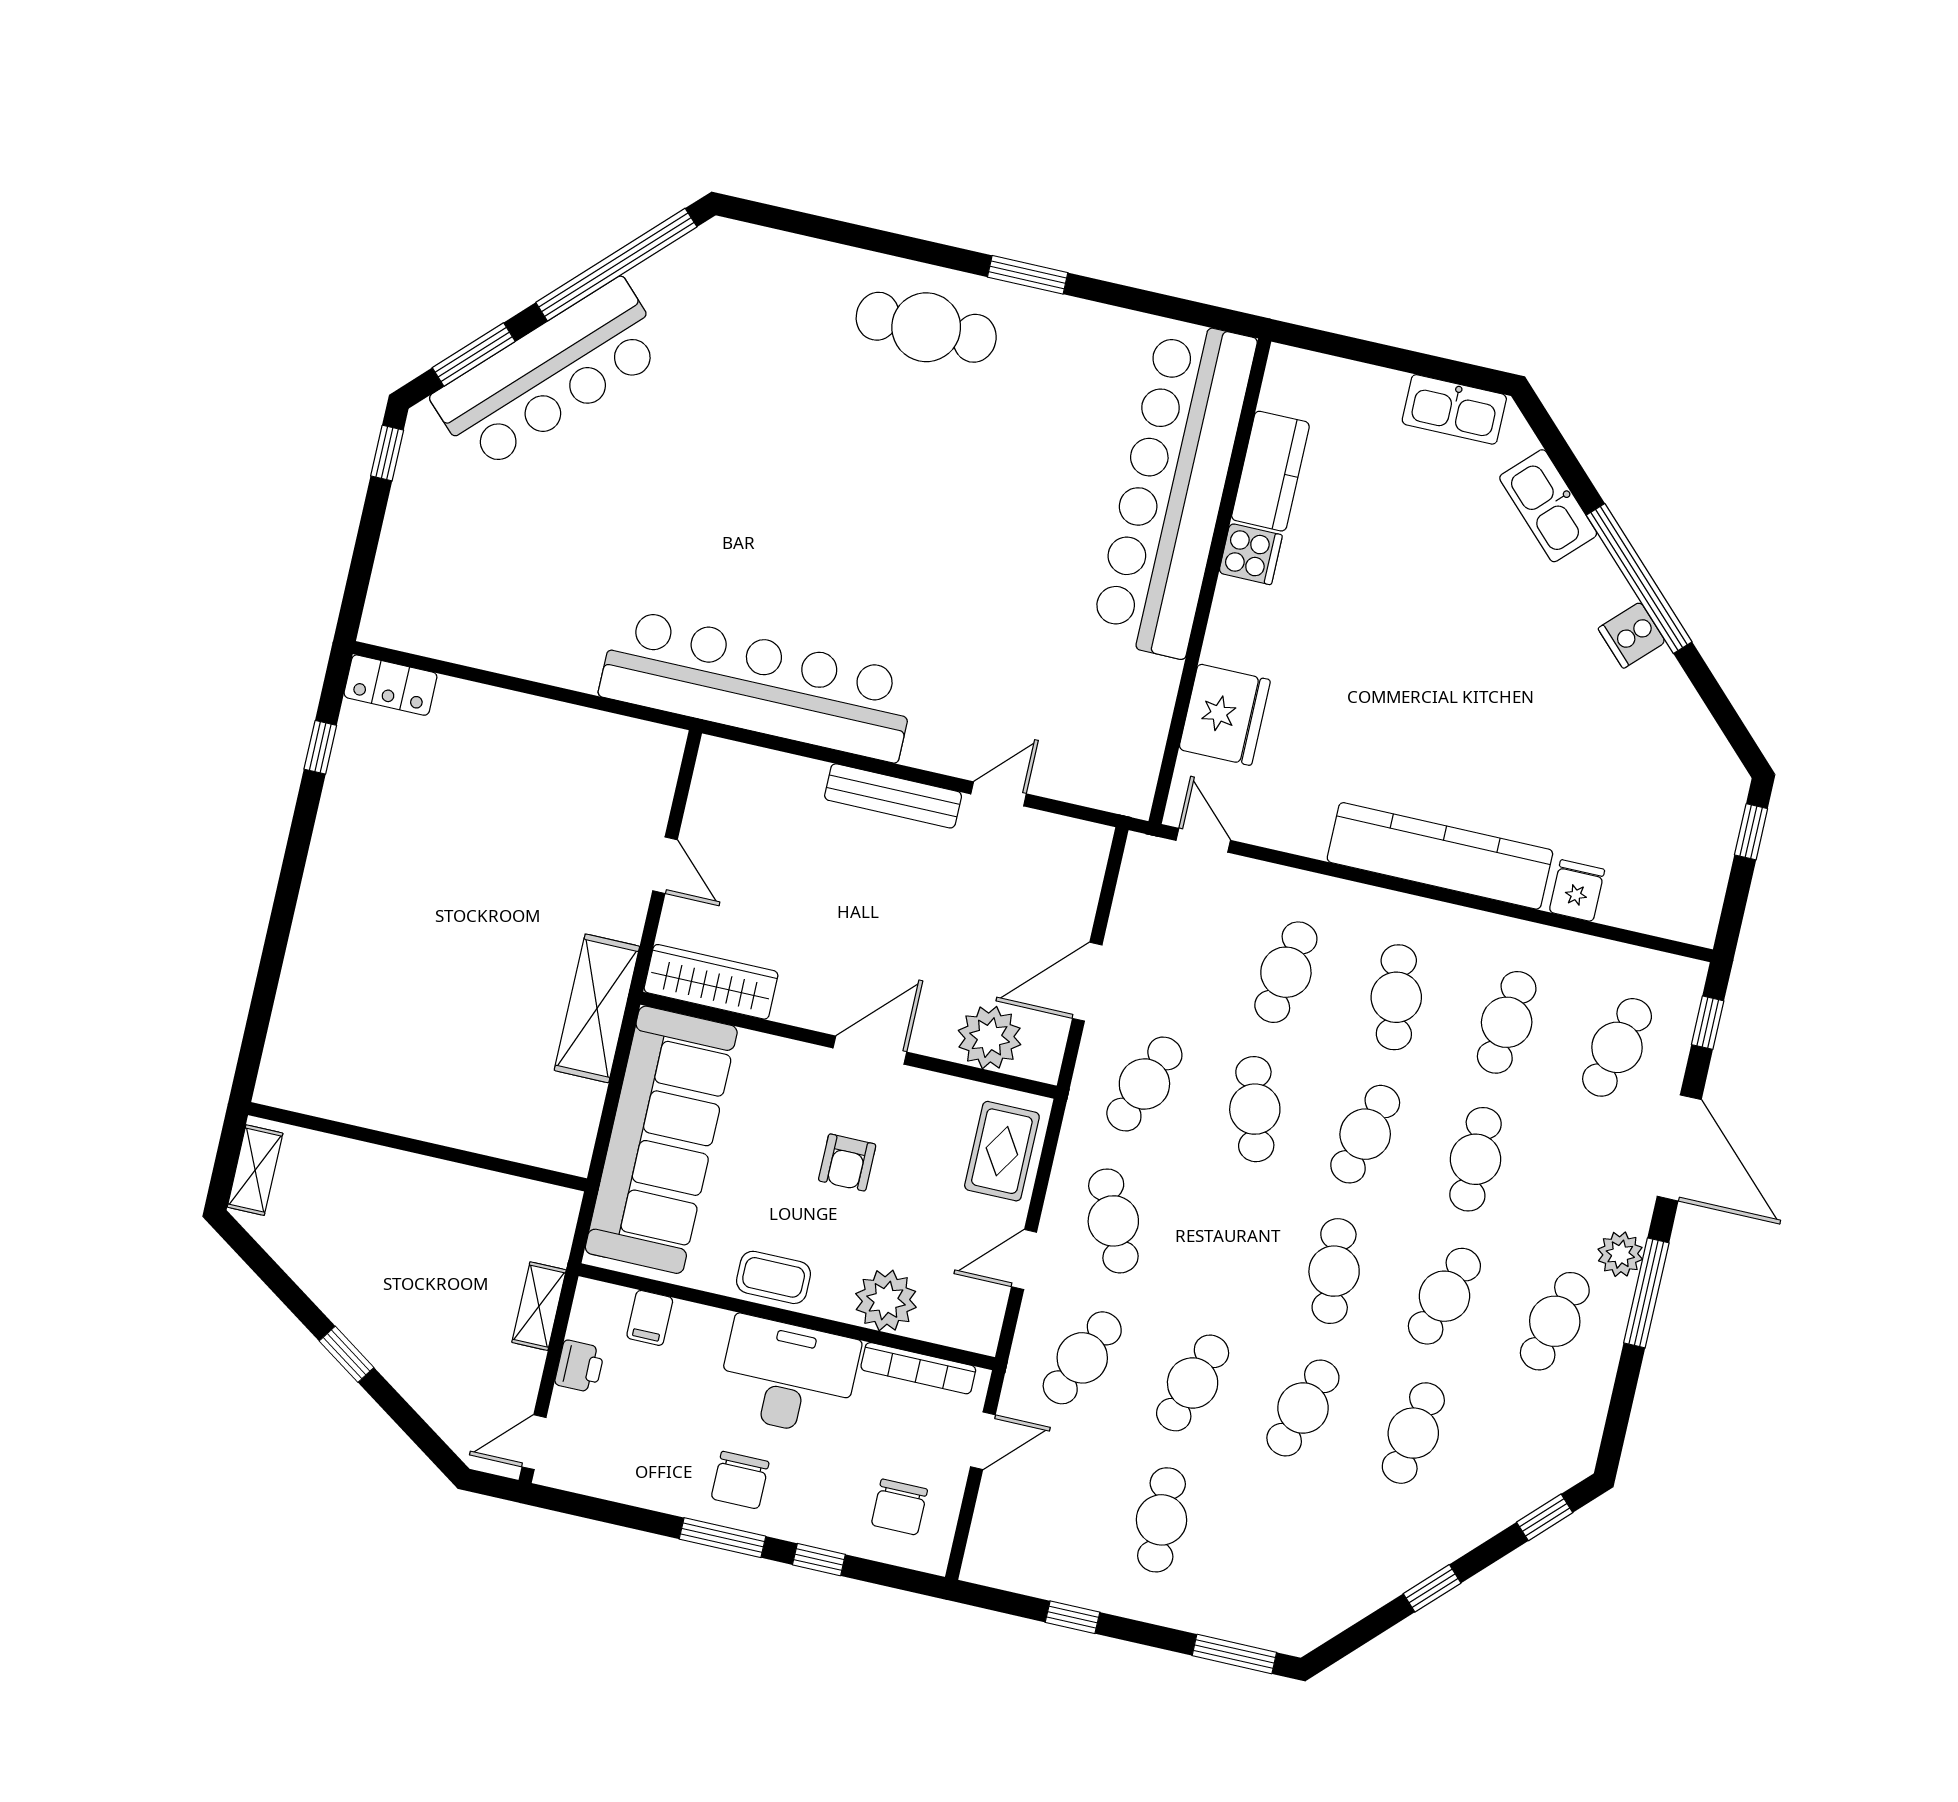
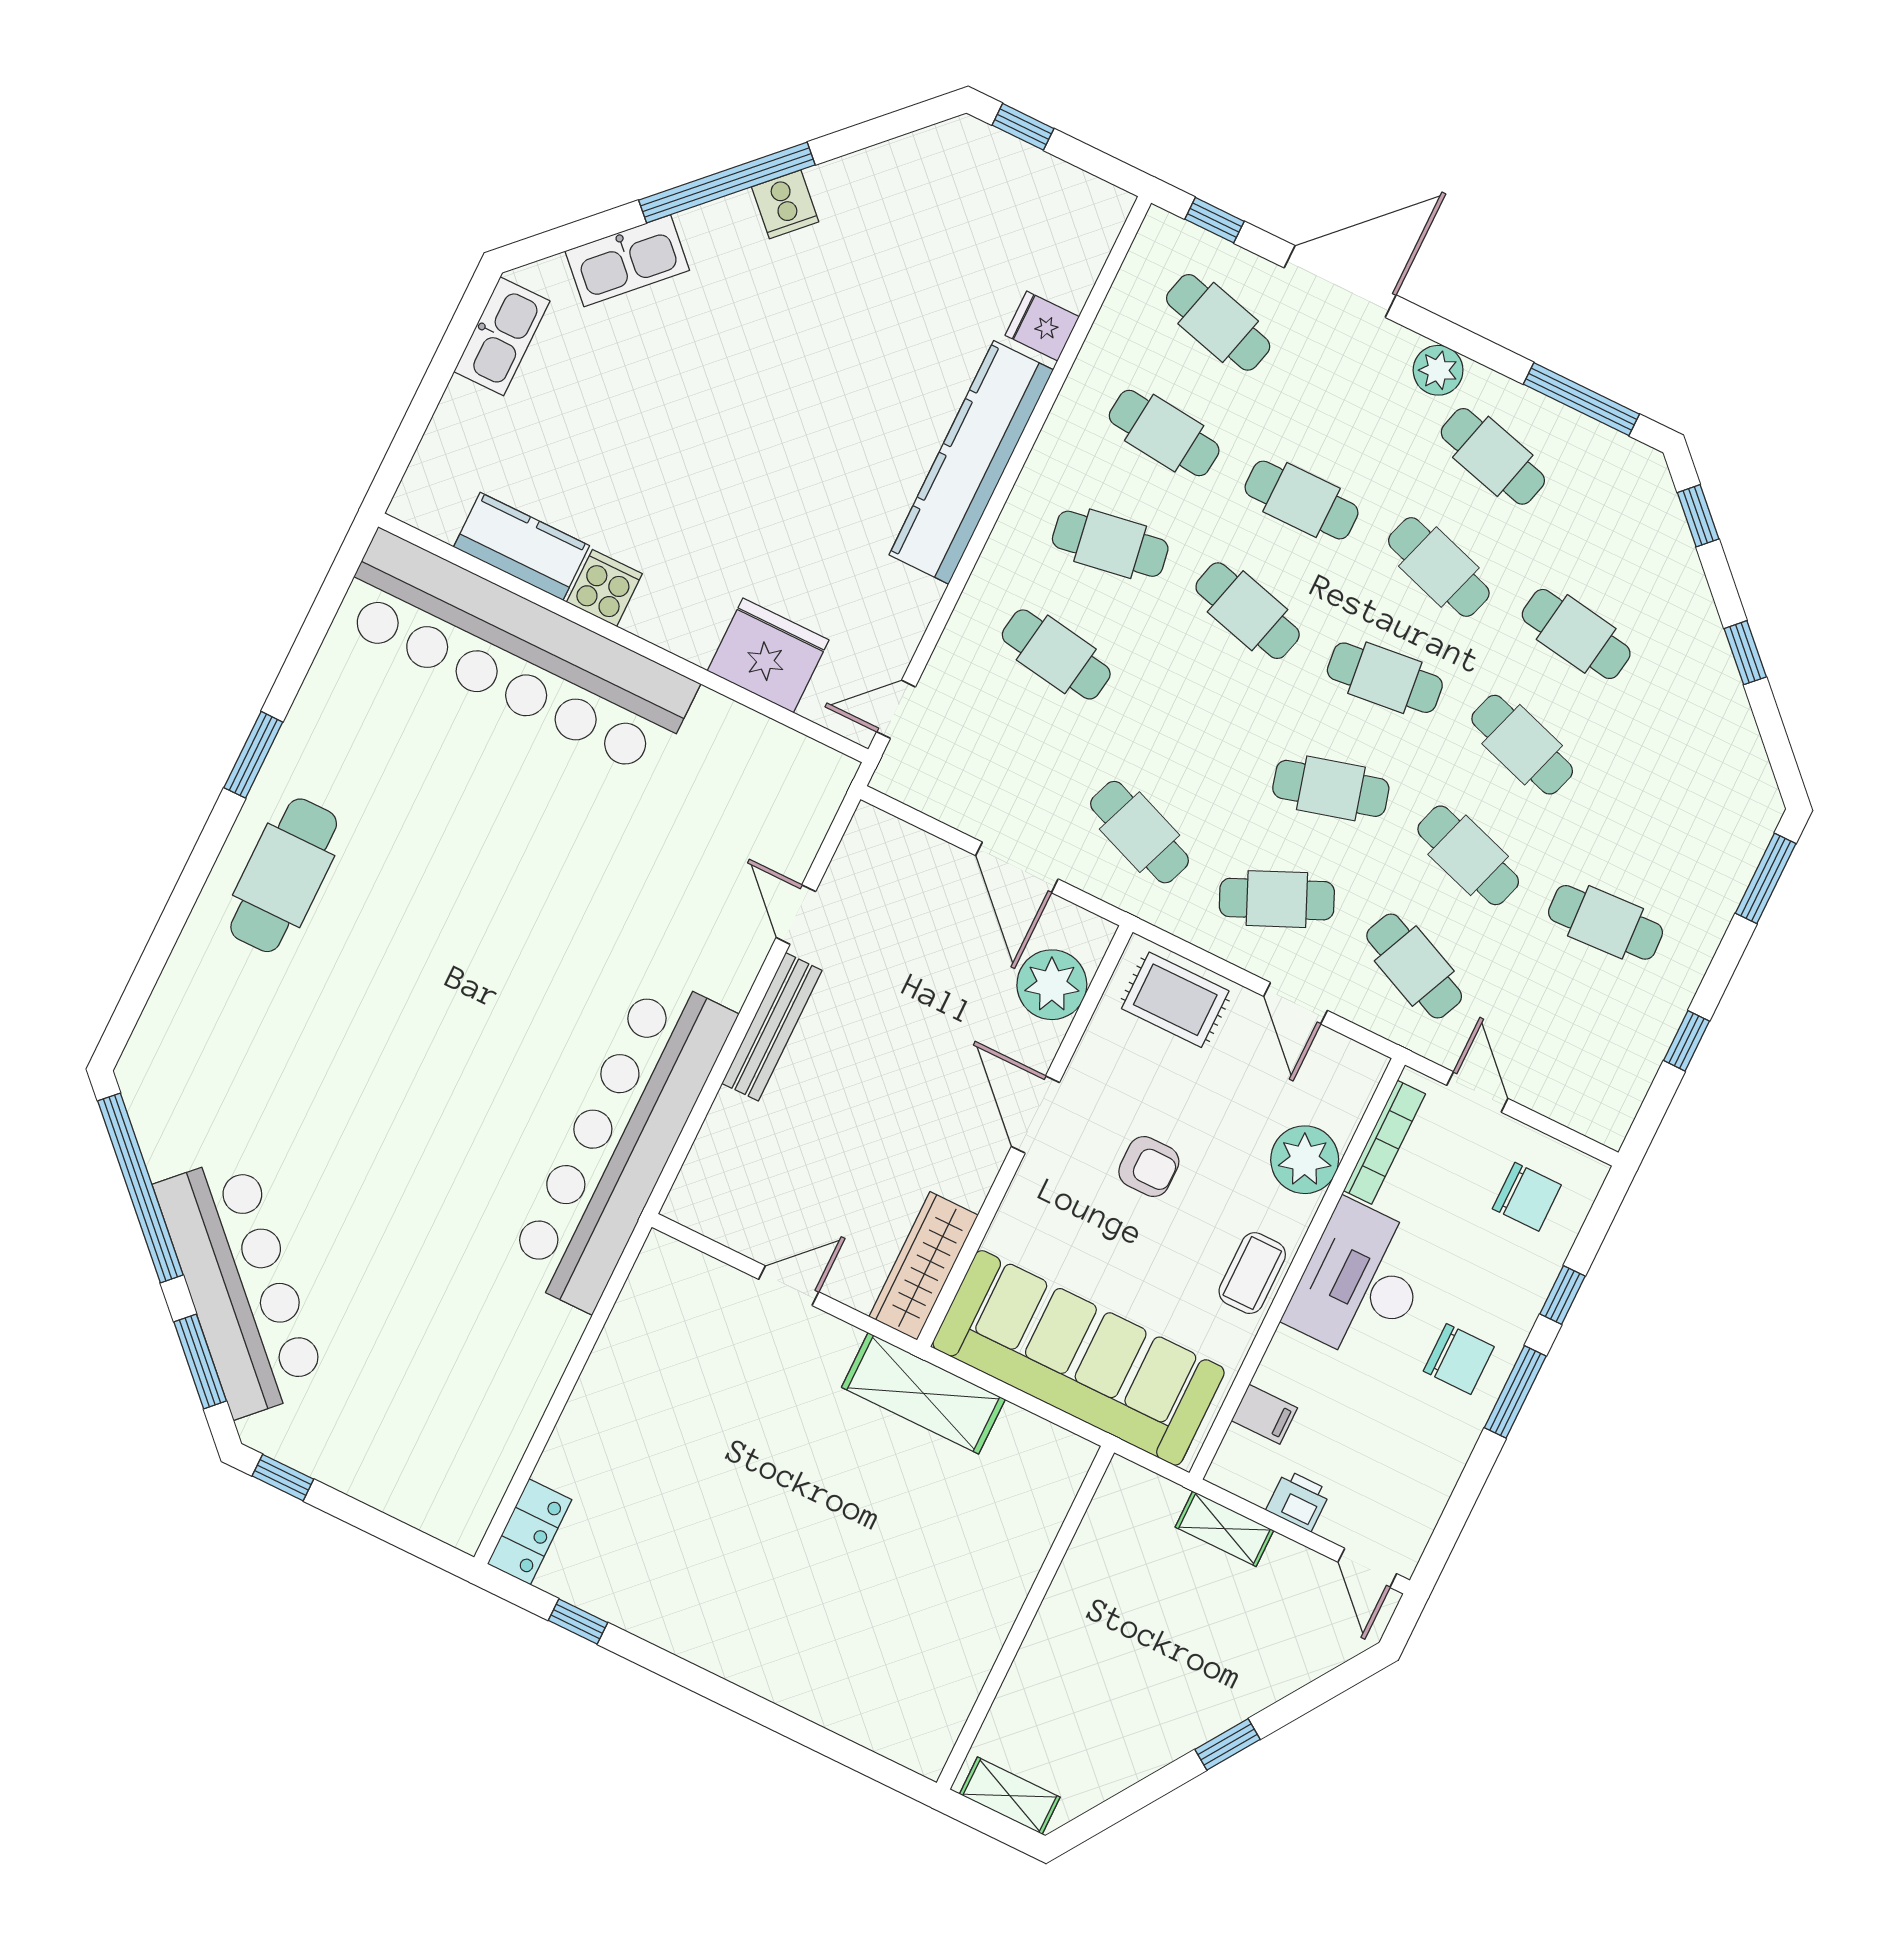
cafe table: (1255, 1109) -> (1331, 788), moved
window: (1646, 1293) -> (1581, 399), moved

